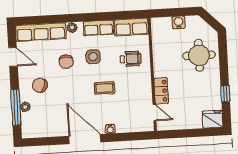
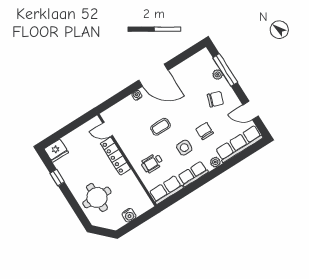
locker: (161, 91) -> (115, 156), width x1.53

